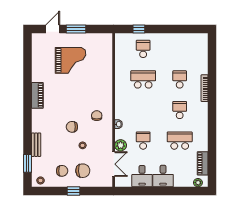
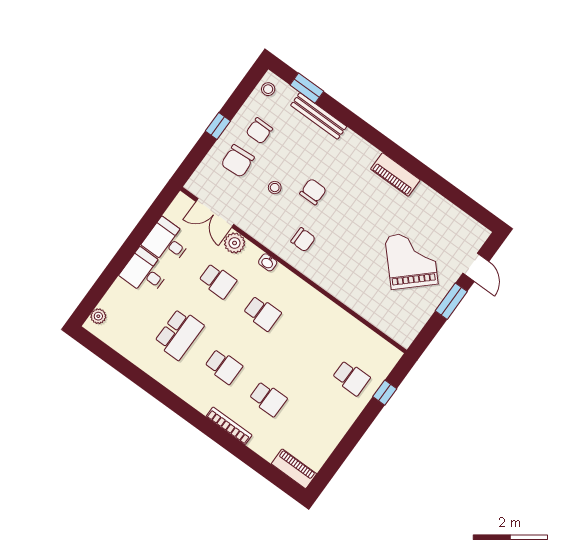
grand piano: (71, 60) -> (411, 260), turned 137
school desk: (143, 79) -> (262, 313), moved, width x0.54
bench: (36, 145) -> (319, 116), width x1.36
piano: (203, 163) -> (294, 469), moved

